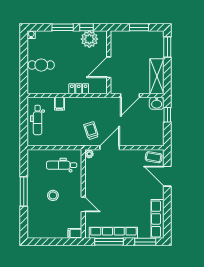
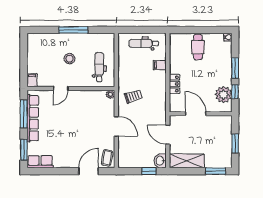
door: (110, 148) -> (116, 126), moved
row of seats: (158, 219) -> (40, 162), width x0.68

